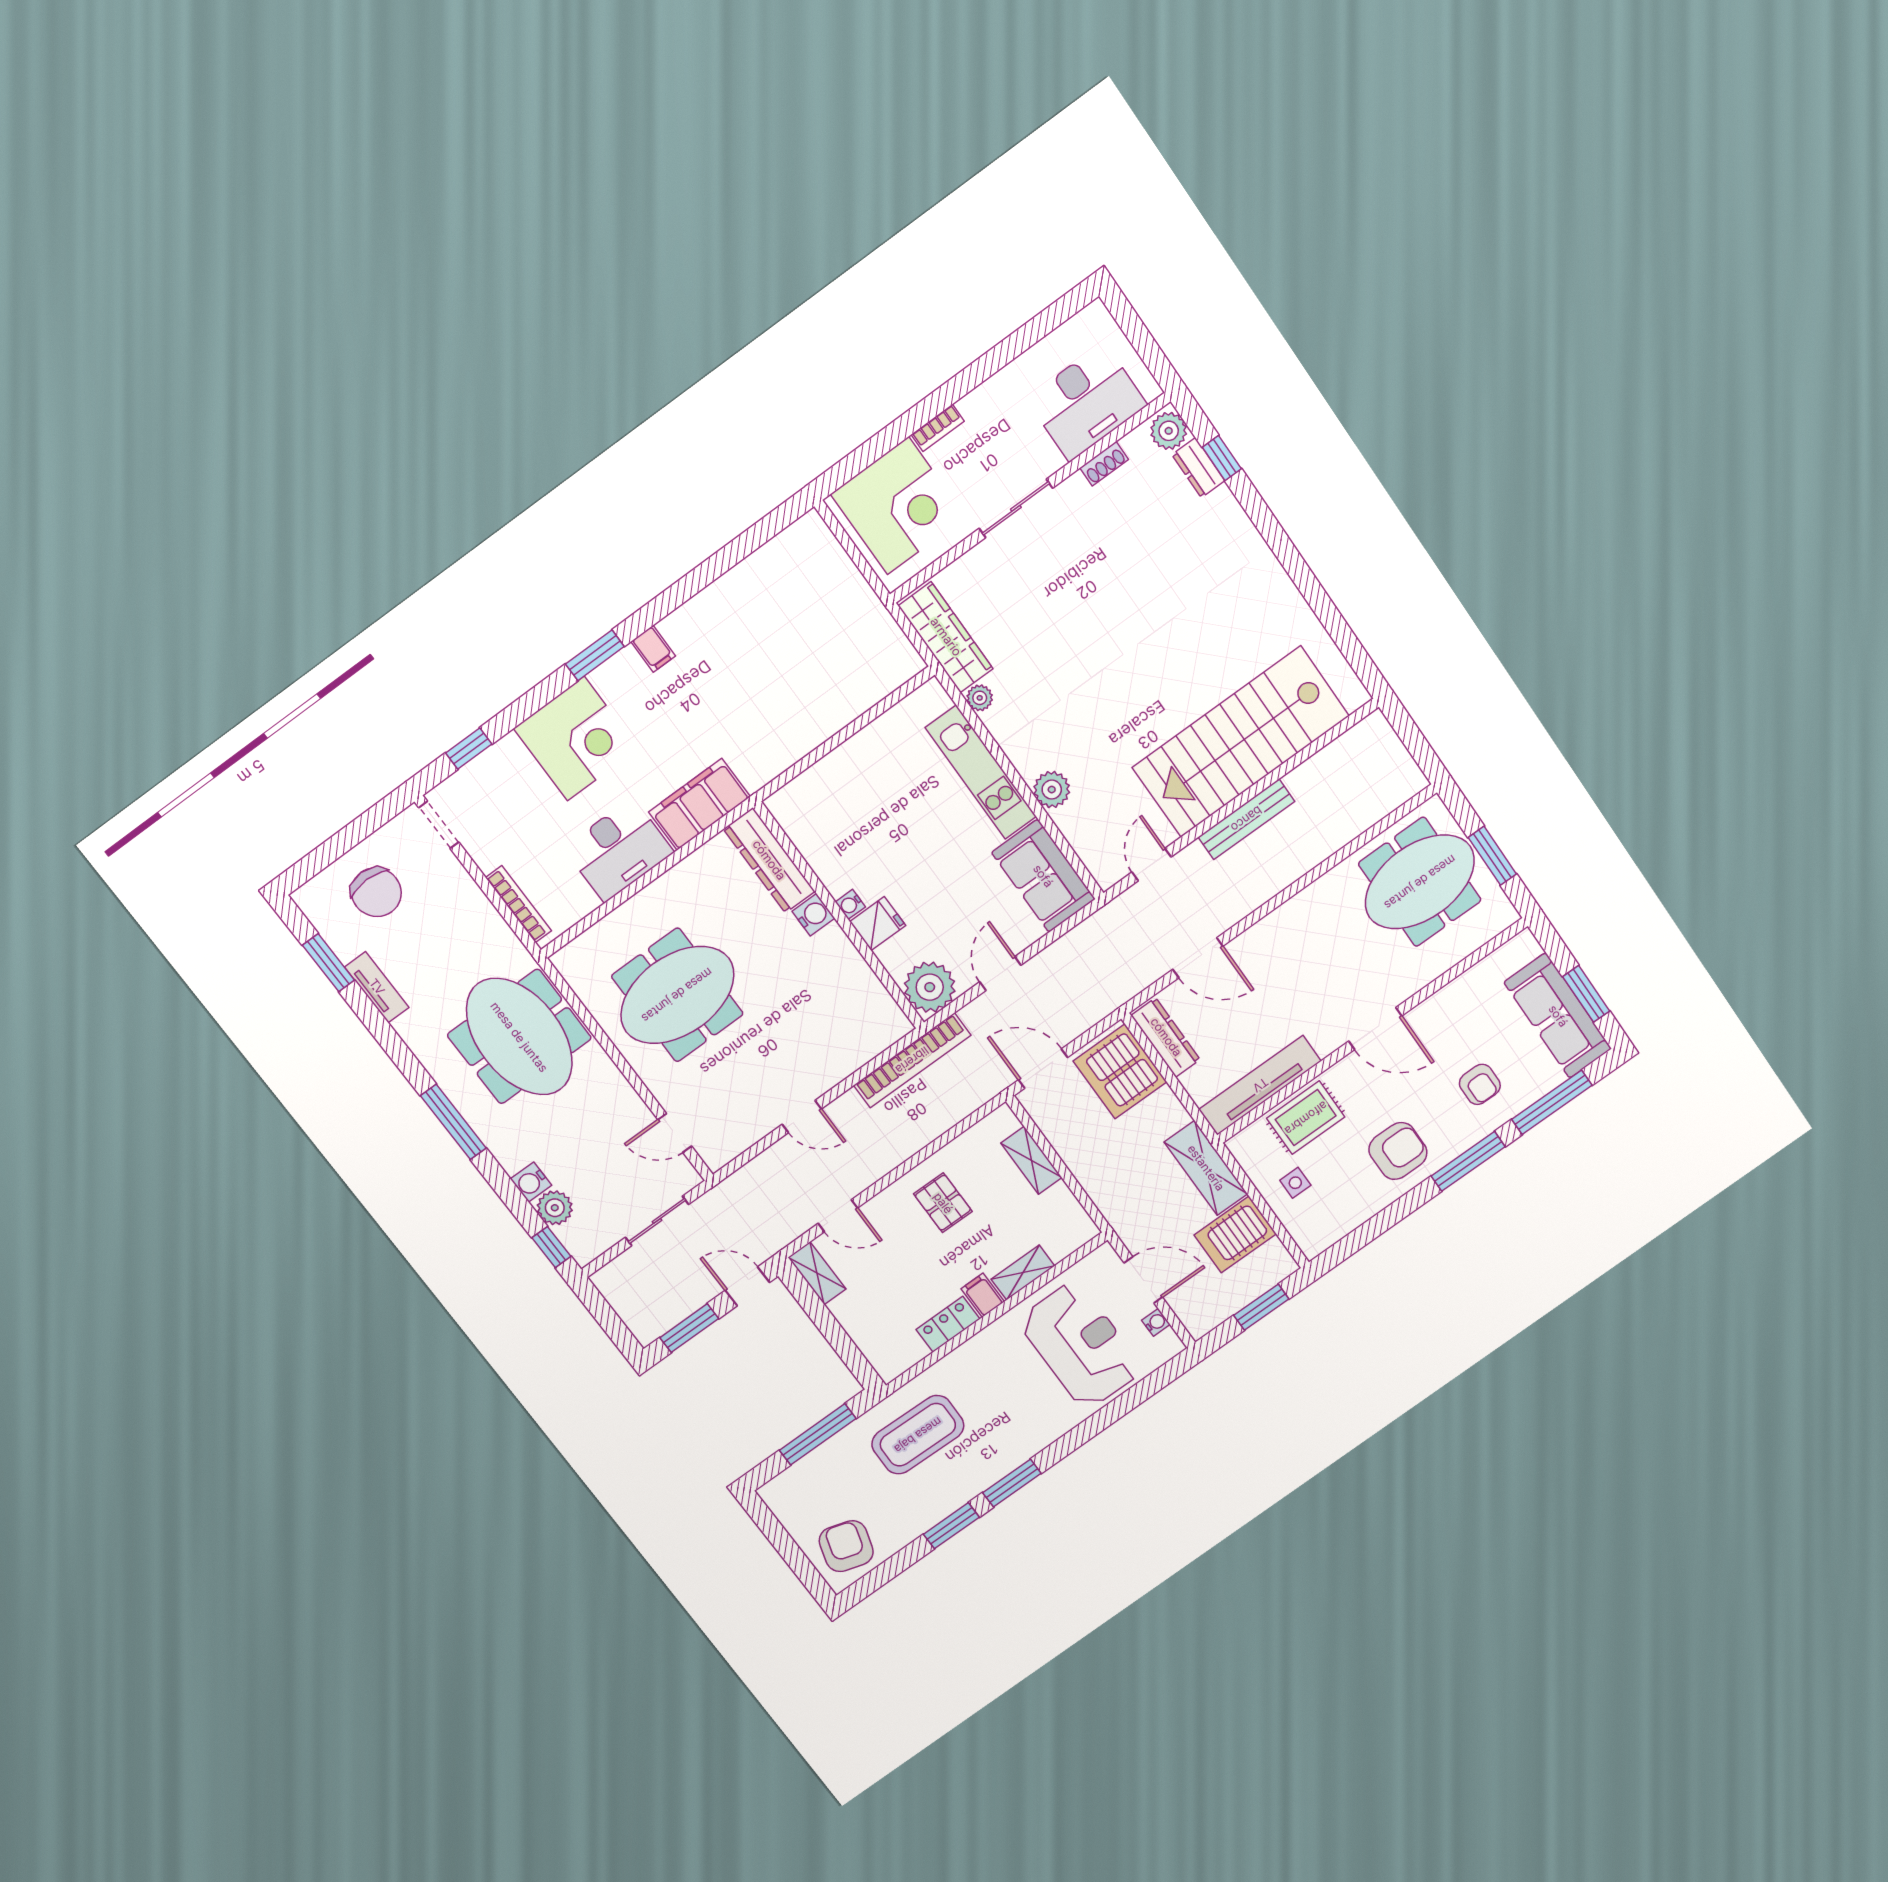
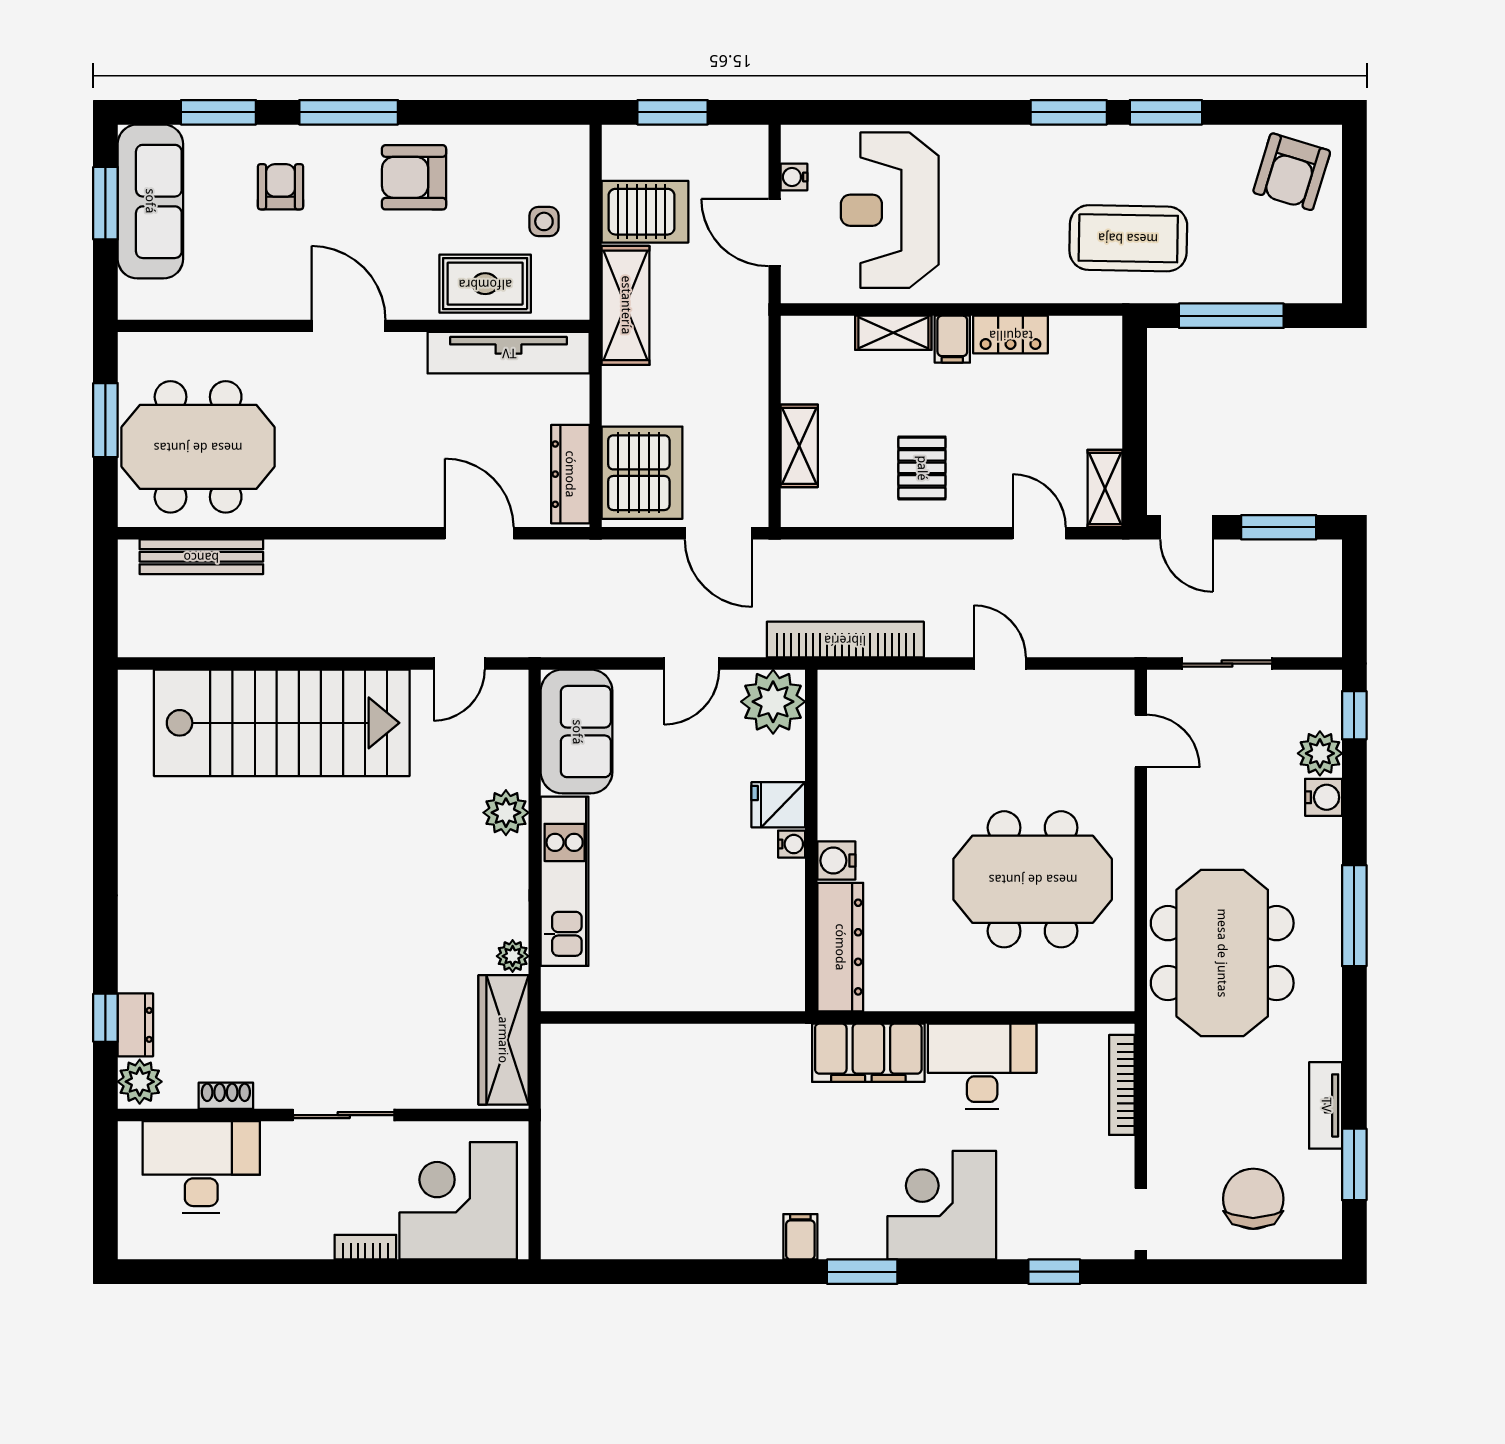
bench: (1246, 819) -> (201, 557), moved
window: (1552, 1102) -> (218, 112), width x0.69

